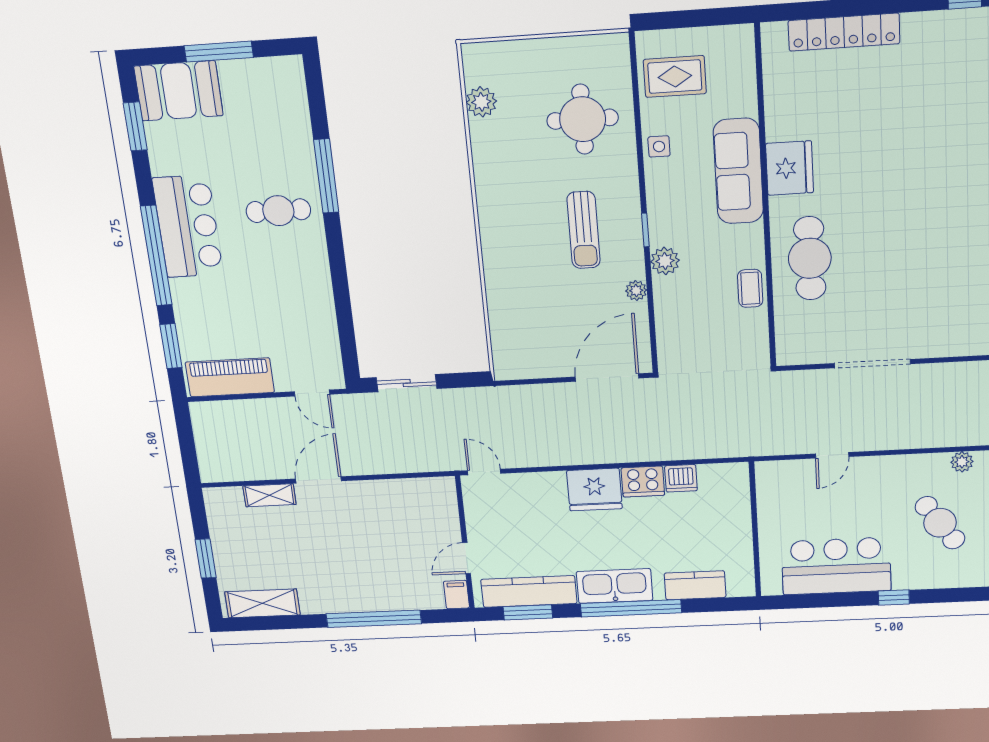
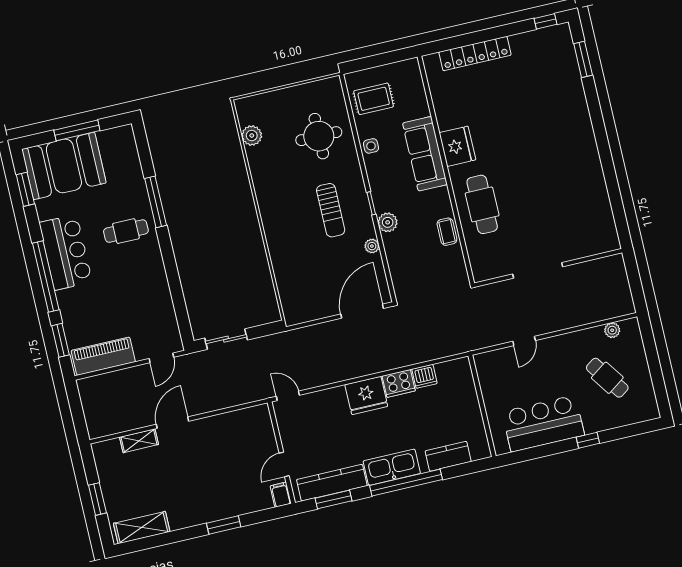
booth: (179, 91) -> (64, 166), width x1.36, depth x1.42
door: (312, 393) -> (161, 358), hinge flipped
window: (374, 619) -> (224, 525), width x0.47

